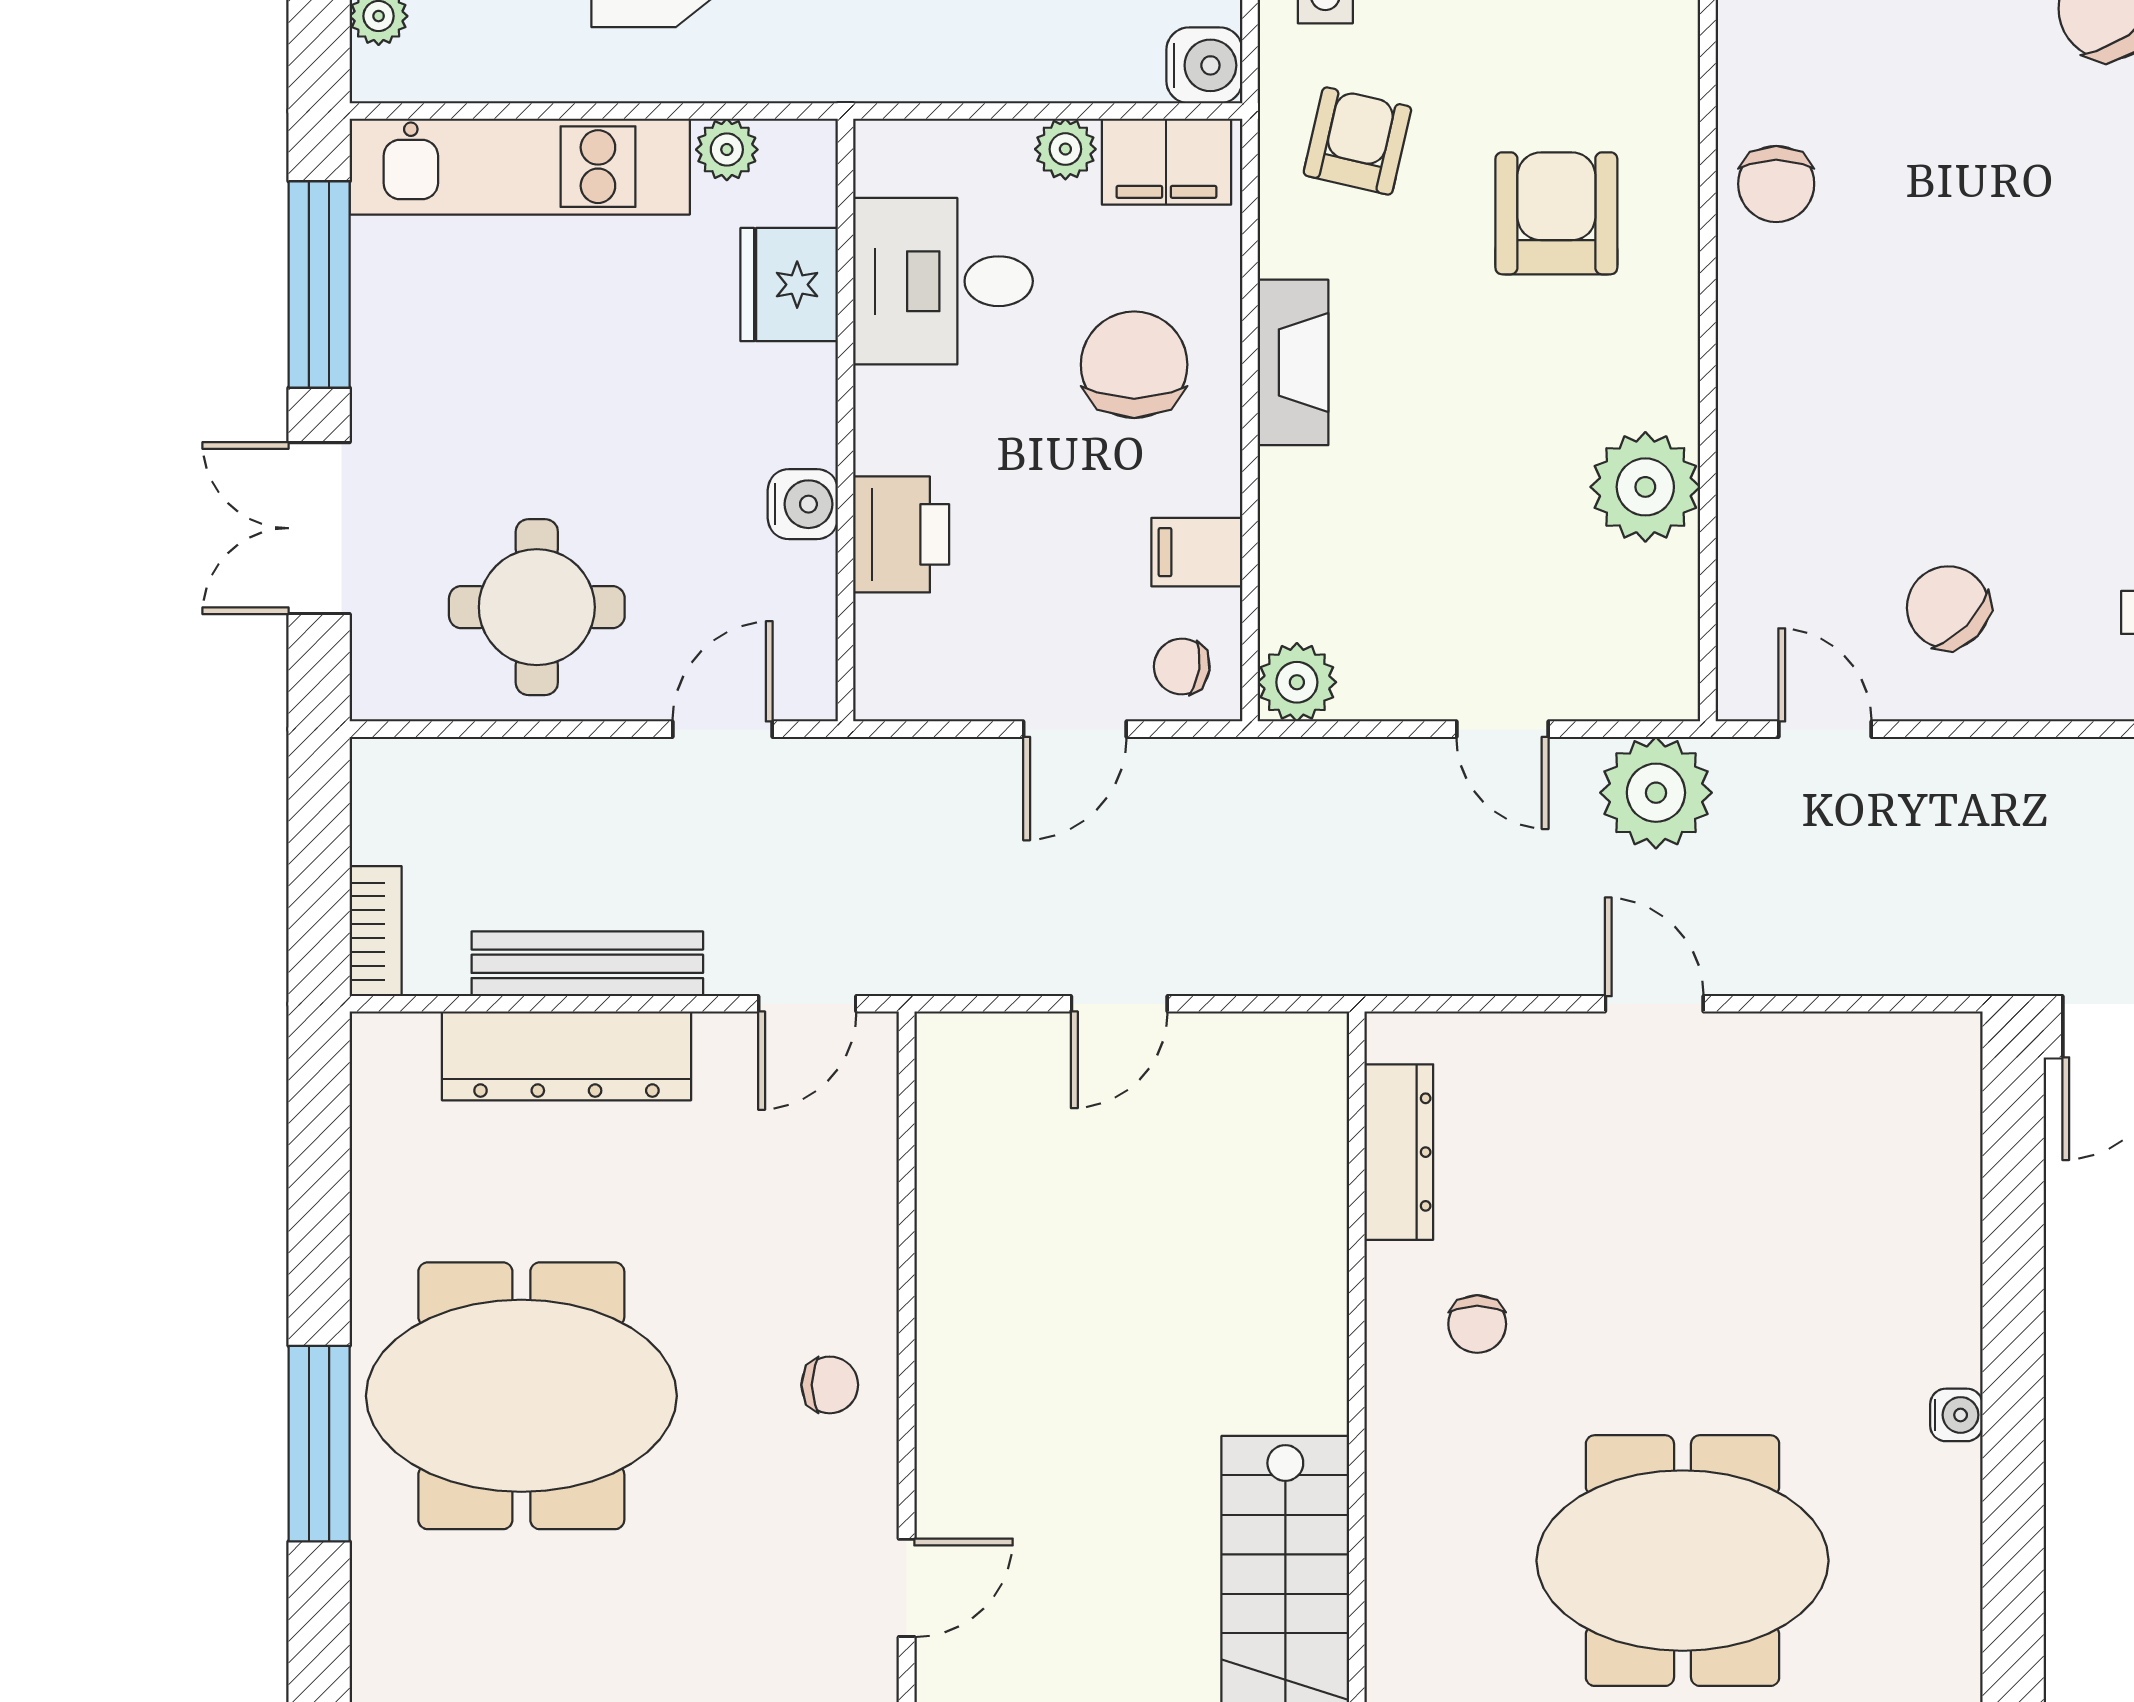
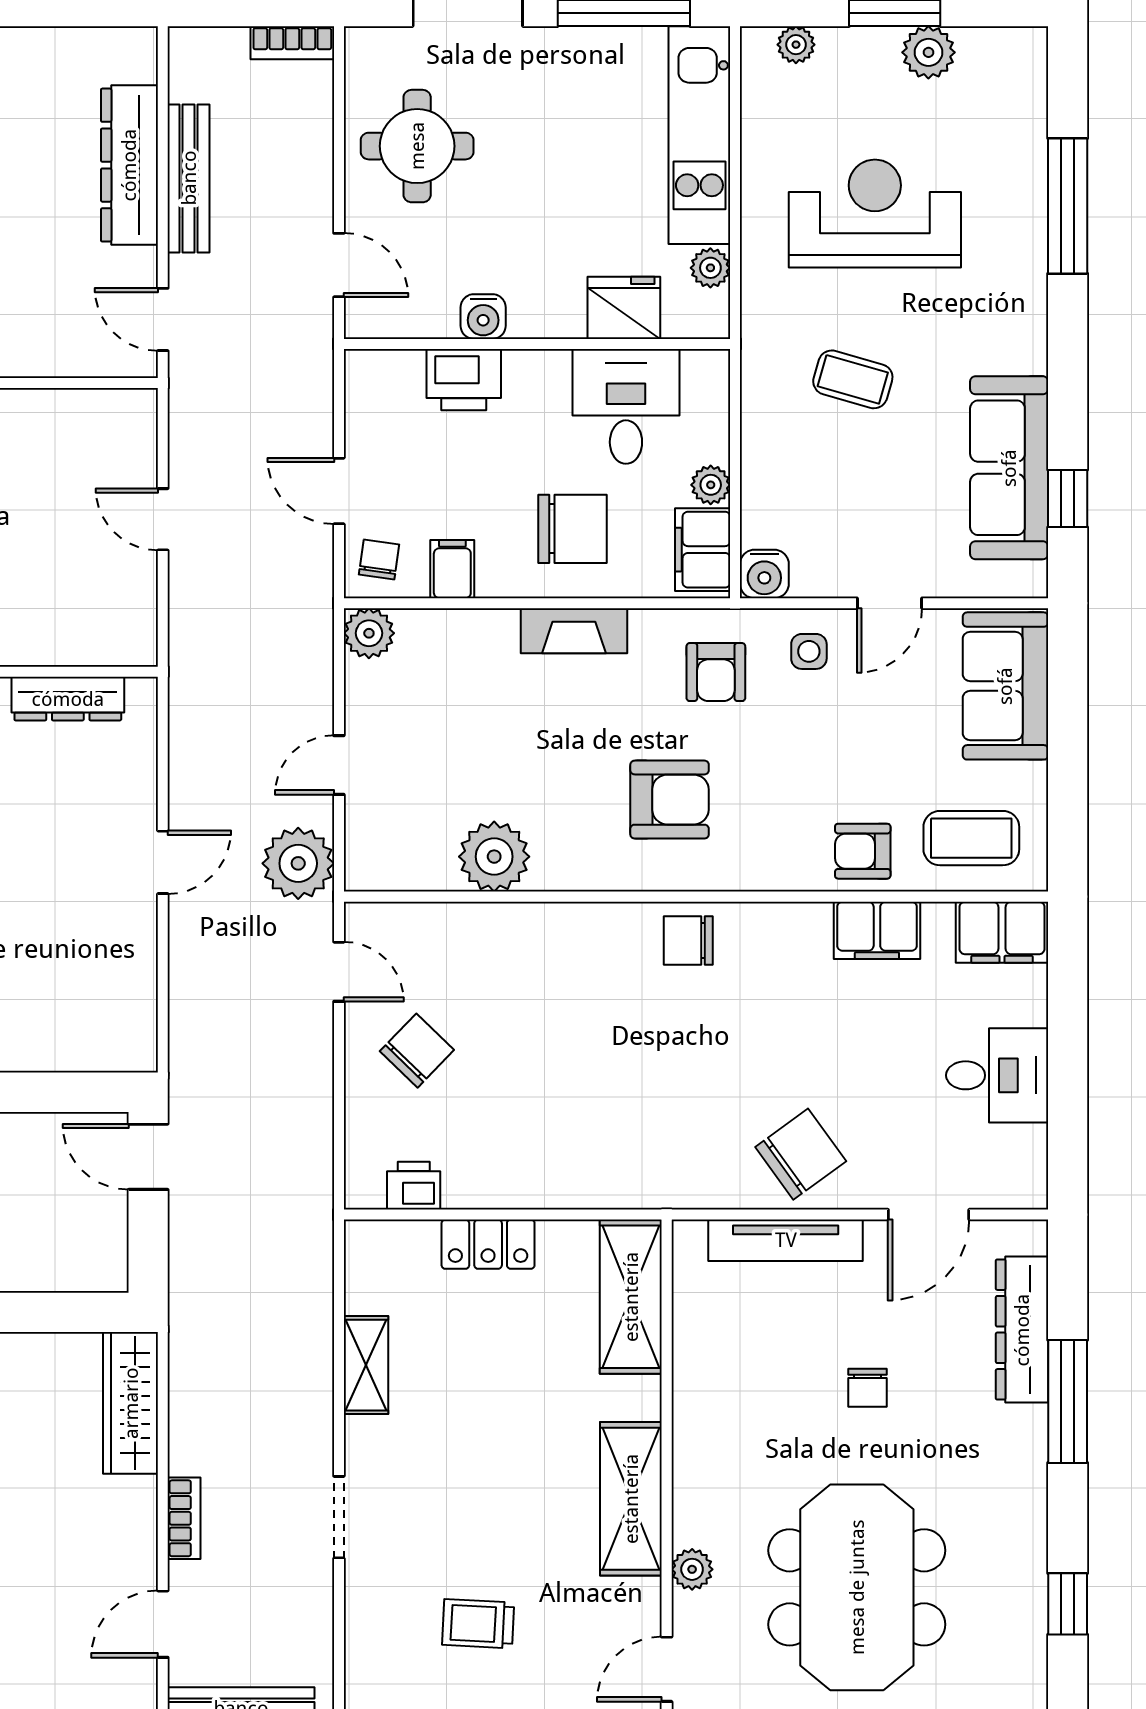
armchair: (1357, 141) -> (716, 672), turned 77
door: (1825, 729) -> (339, 972), hinge flipped
bookcase: (376, 931) -> (292, 43), moved

